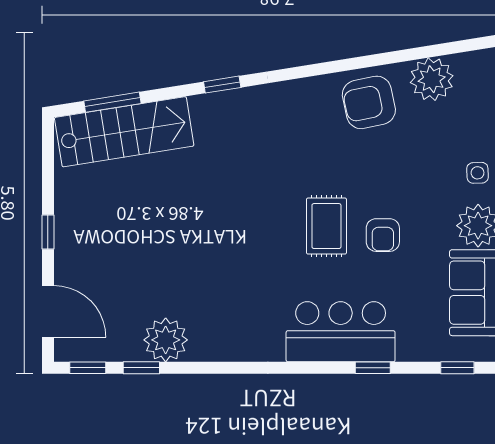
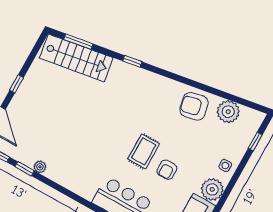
plant: (166, 340) -> (40, 167), width x0.53, depth x0.53

